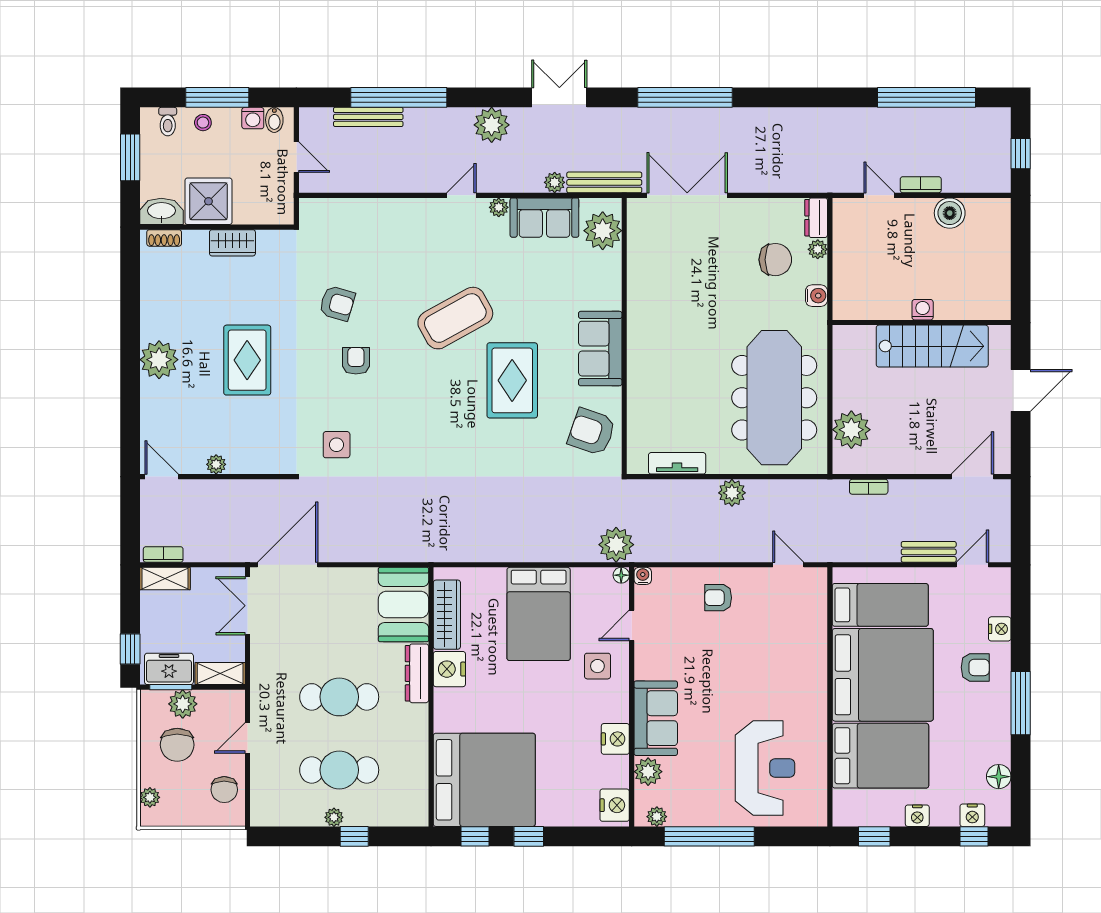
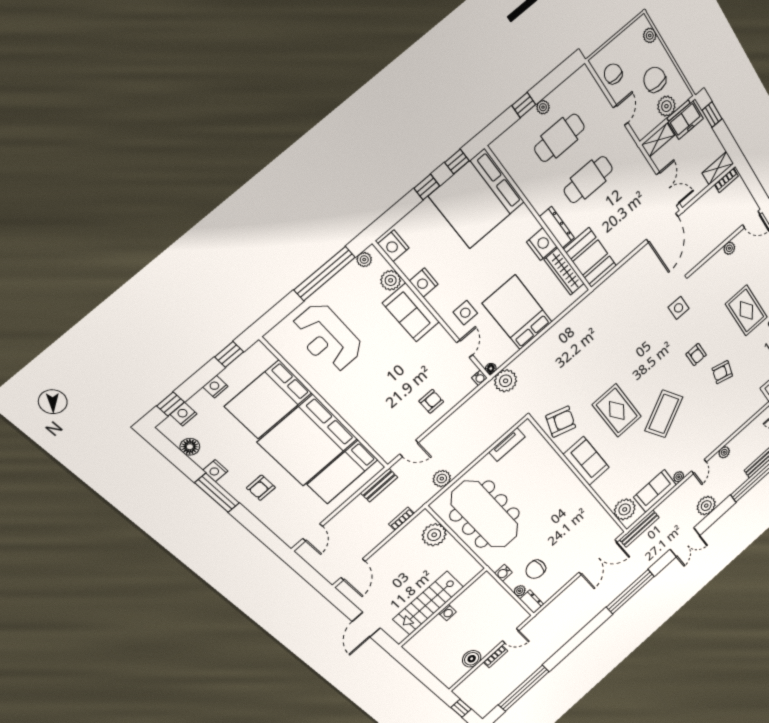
plant: (555, 182) -> (724, 452), moved
plant: (732, 493) -> (442, 479), moved
bench: (929, 552) -> (379, 485), moved
nightstand: (1000, 629) -> (215, 471), moved

